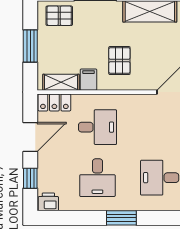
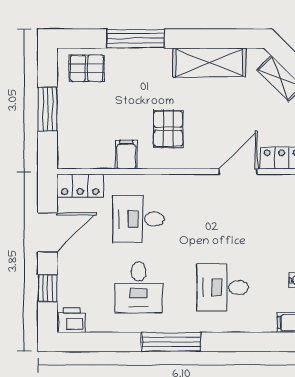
shelving: (61, 82) -> (89, 158), removed
desk: (97, 127) -> (138, 219), turned 180
window: (121, 218) -> (171, 342), width x1.44

